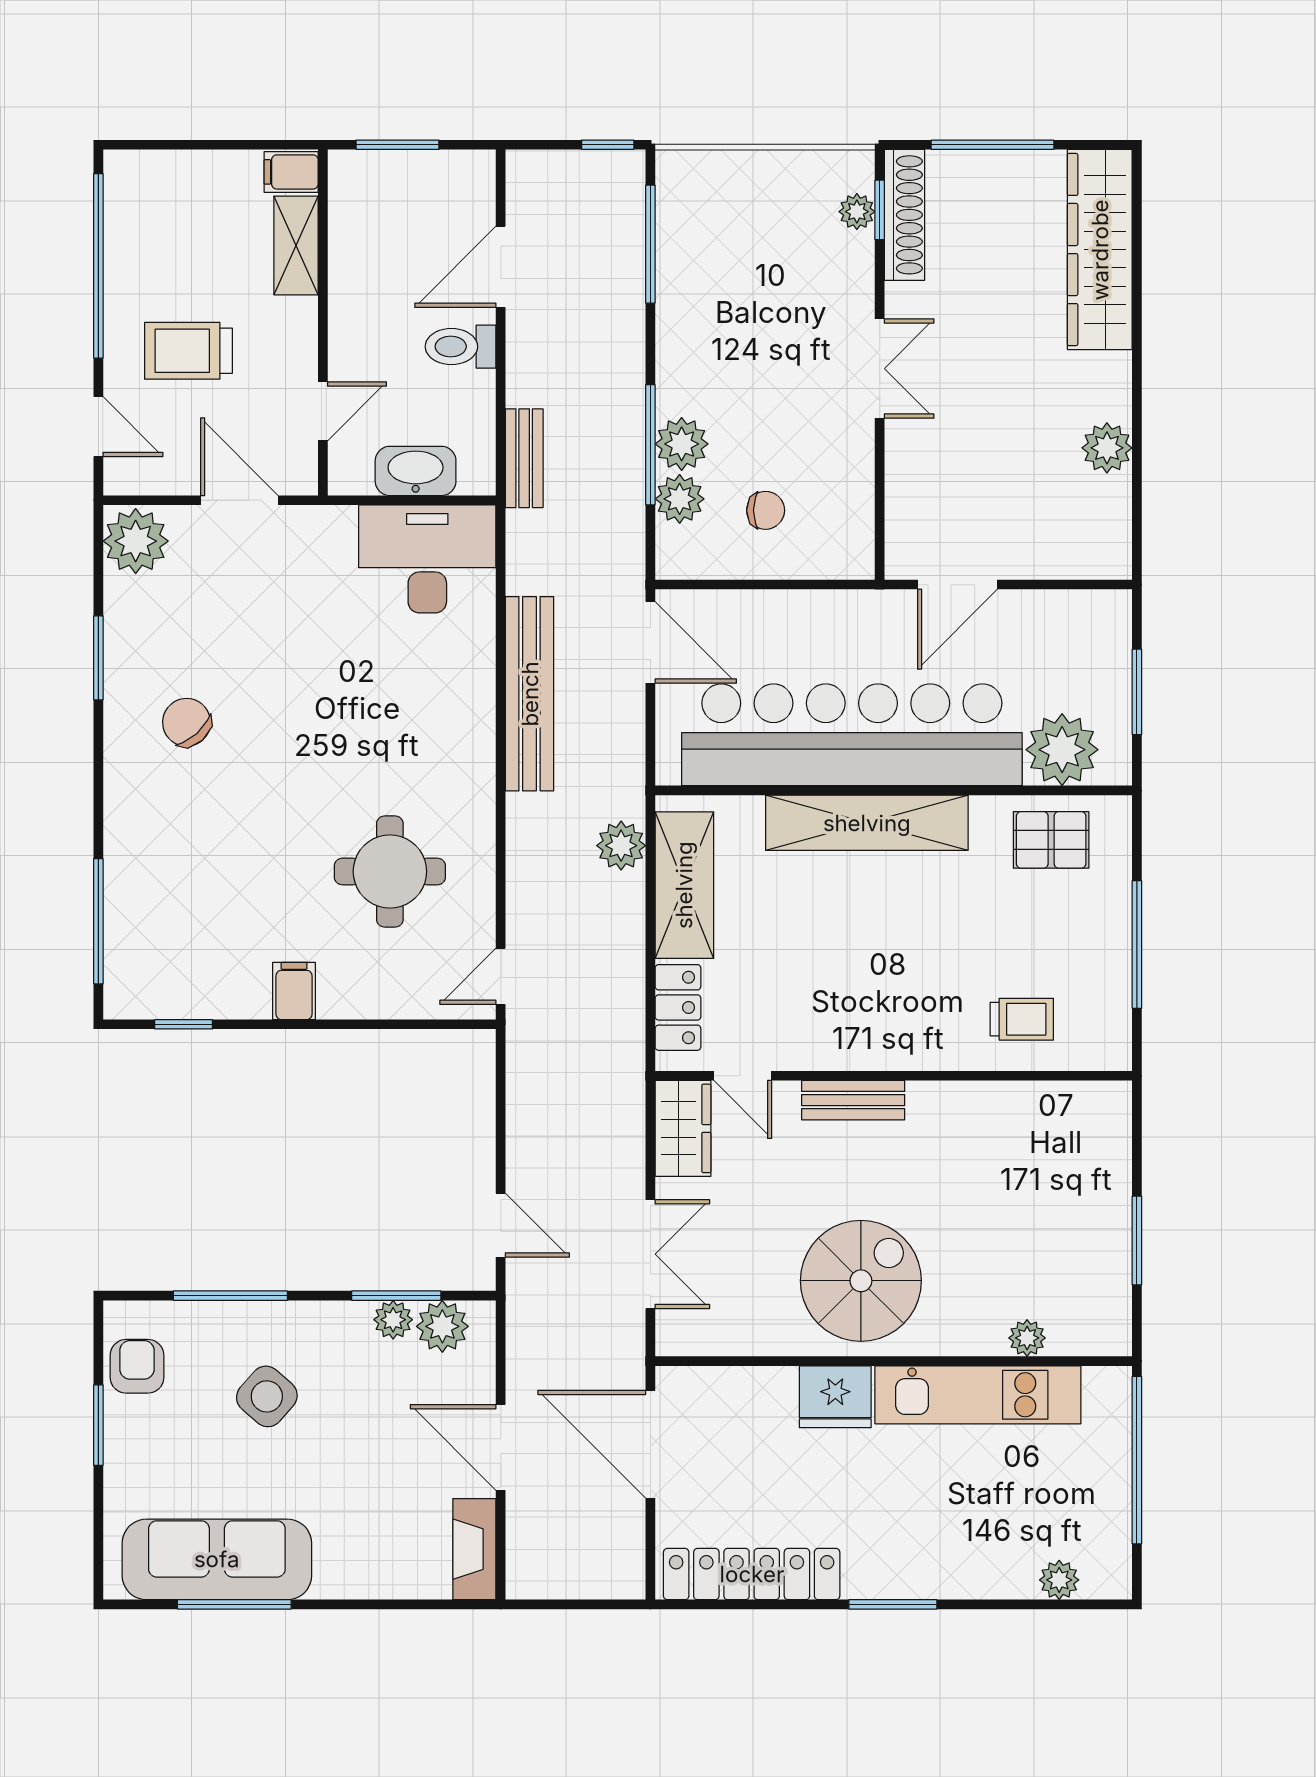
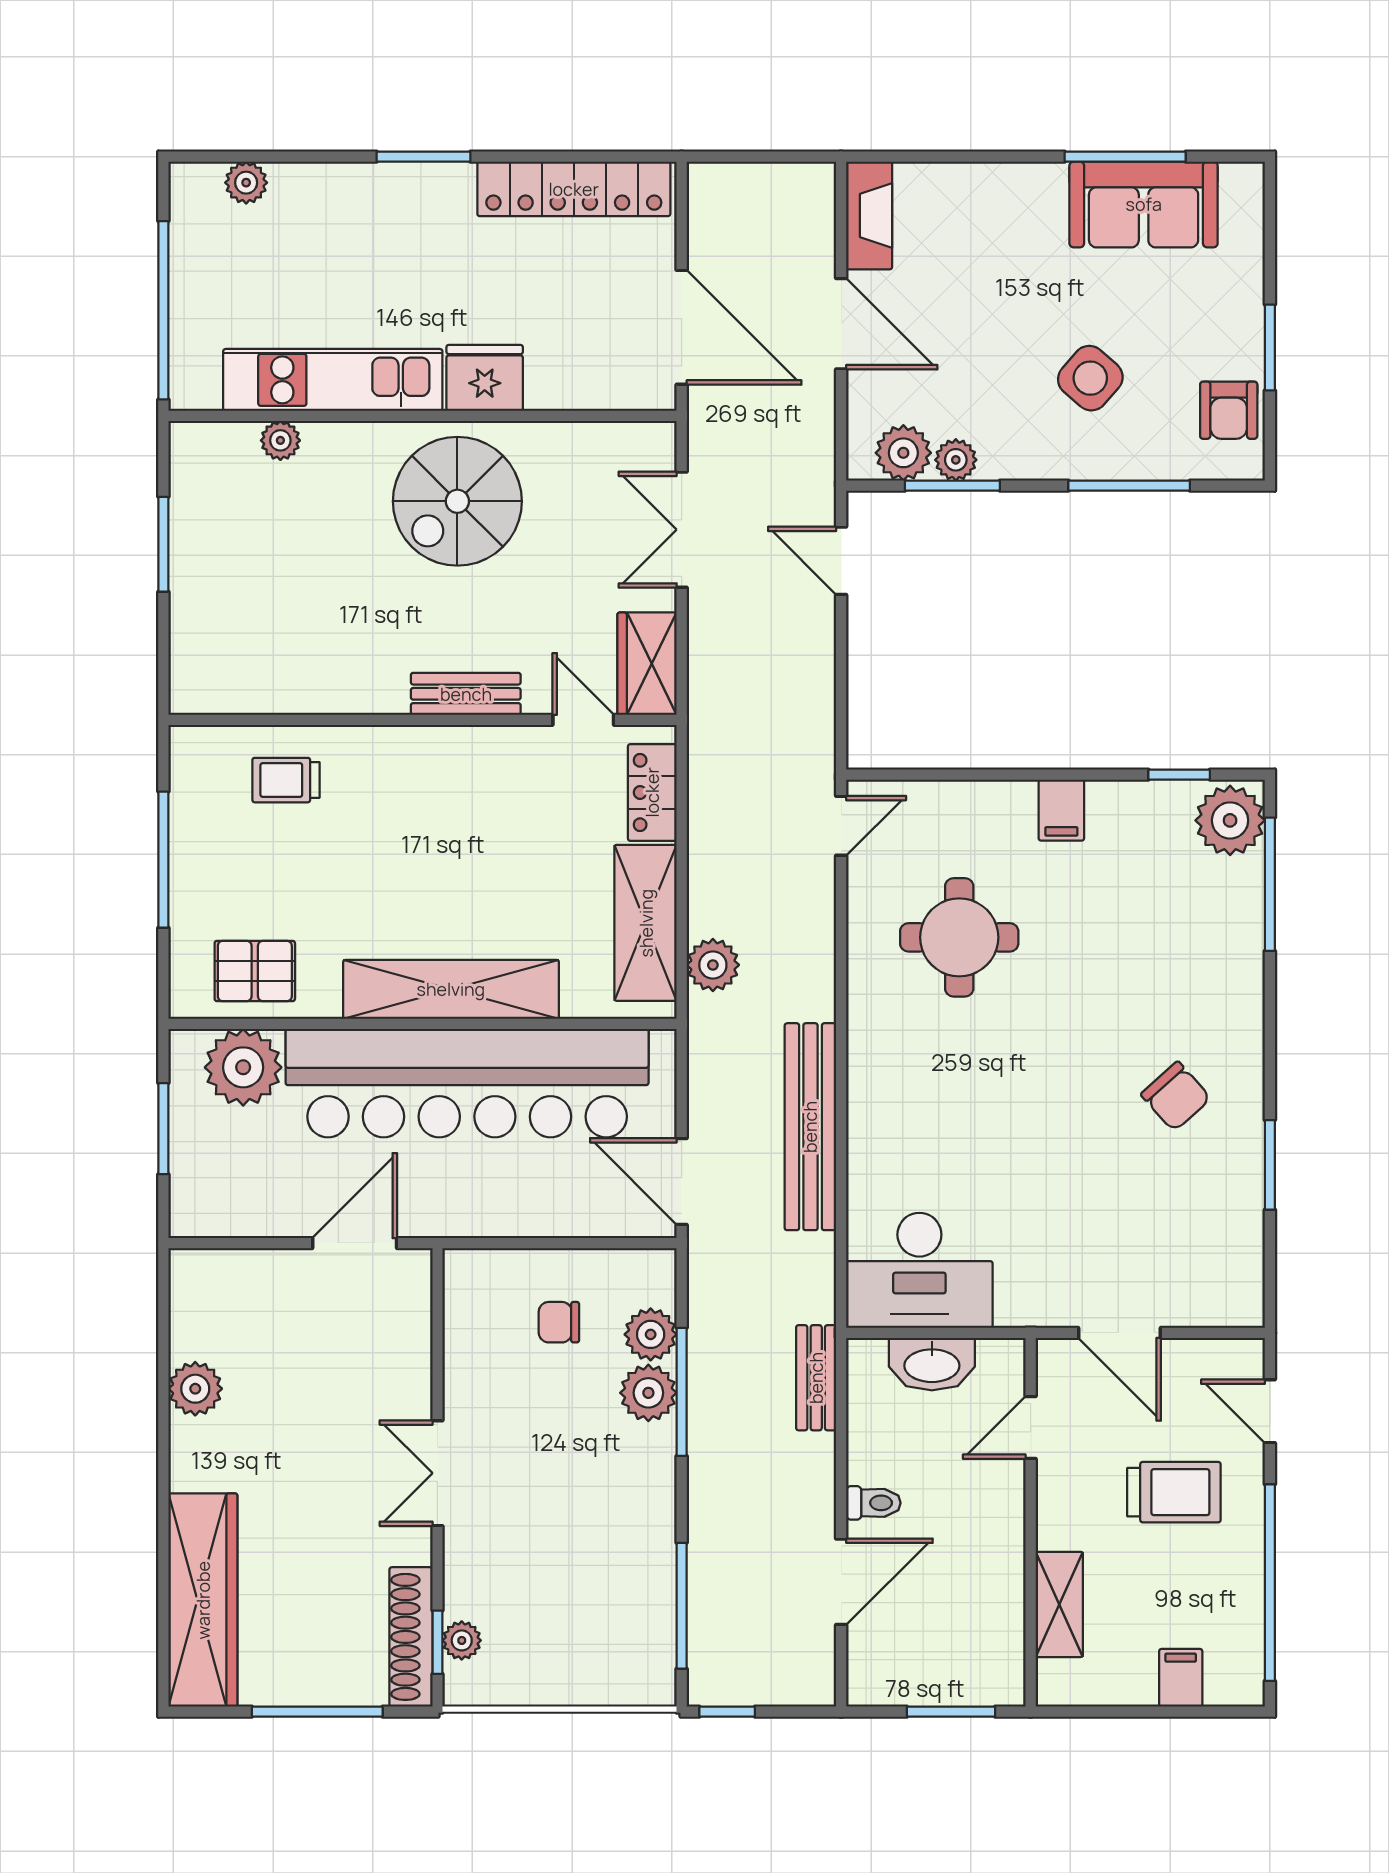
filing cabinet: (291, 172) -> (1181, 1678), moved, turned -90
toilet: (461, 347) -> (873, 1503), width x0.73, depth x0.72
plant: (136, 541) -> (1230, 820), moved
sofa: (217, 1559) -> (1144, 204), width x0.73

